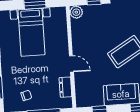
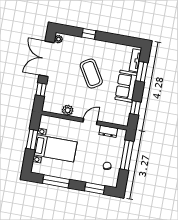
plant: (76, 12) -> (68, 110), moved

